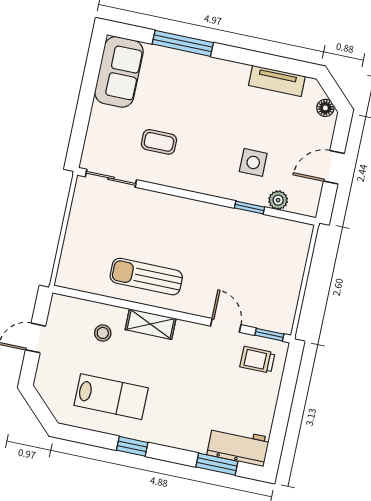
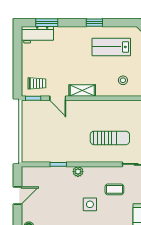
side table: (253, 162) -> (90, 204), moved
plant: (278, 200) -> (78, 172), moved
sun lounger: (146, 277) -> (110, 138), moved
shelving: (151, 324) -> (82, 90), moved

